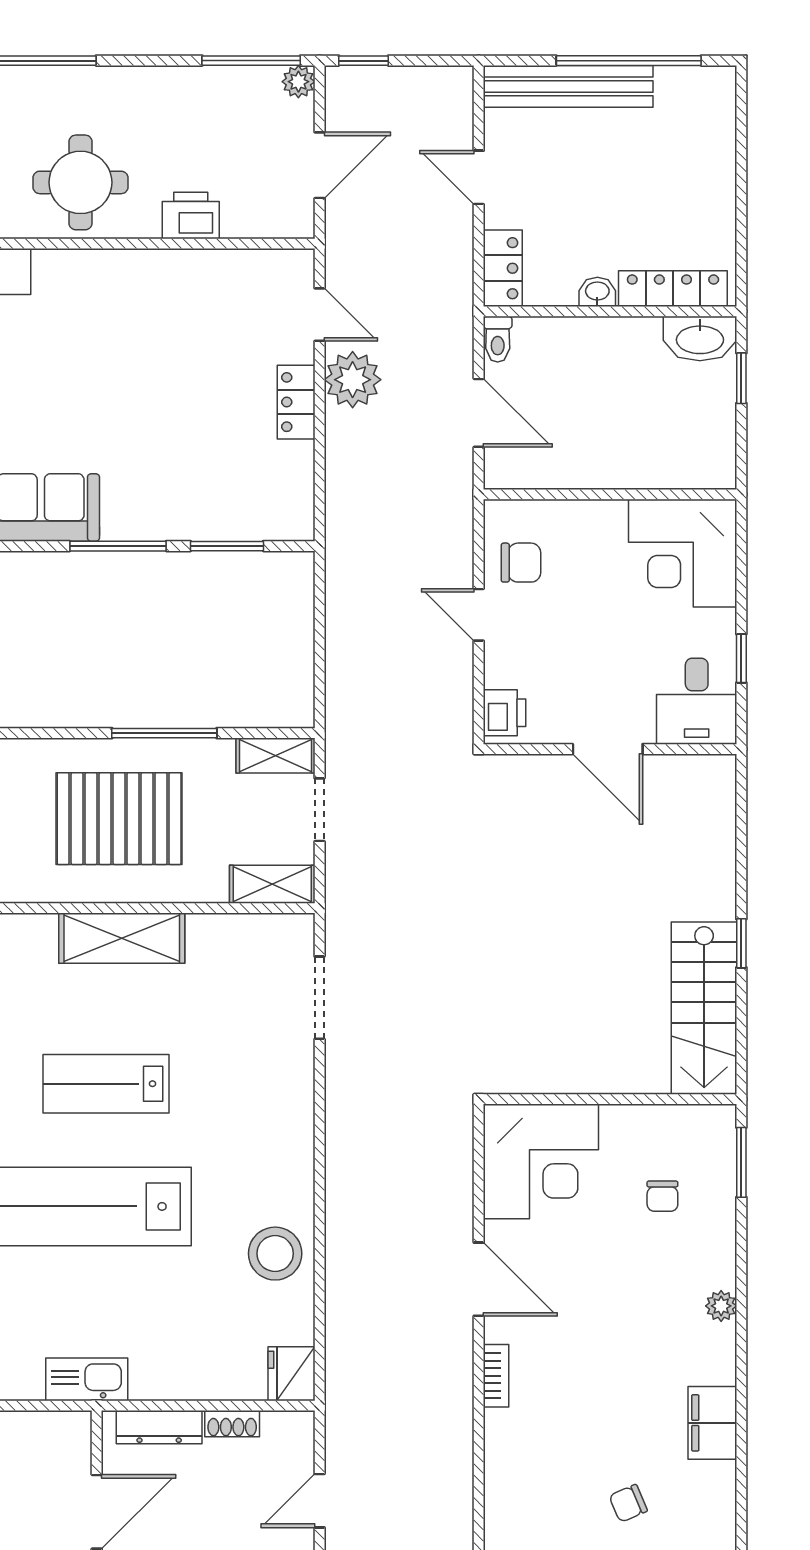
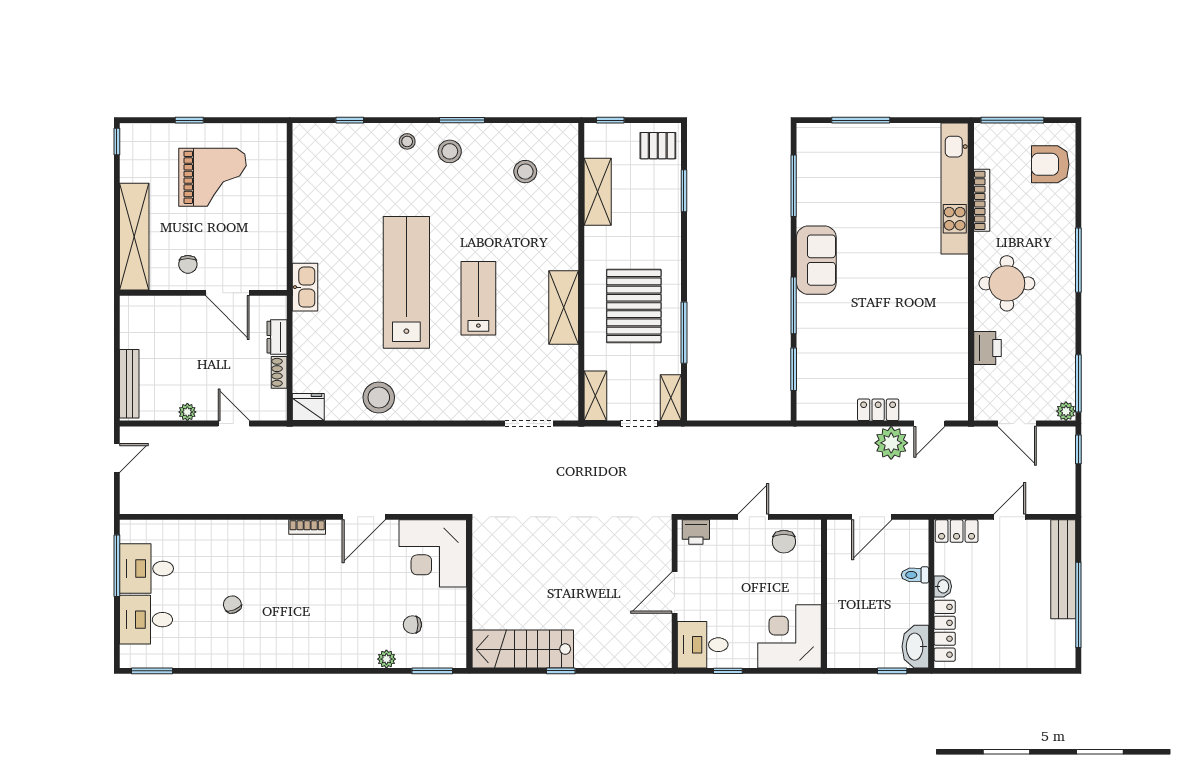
toilet: (498, 339) -> (915, 575), moved
plant: (721, 1306) -> (386, 659), moved
filing cabinet: (712, 1423) -> (279, 654), removed
dresser: (159, 1427) -> (277, 337), width x0.70

